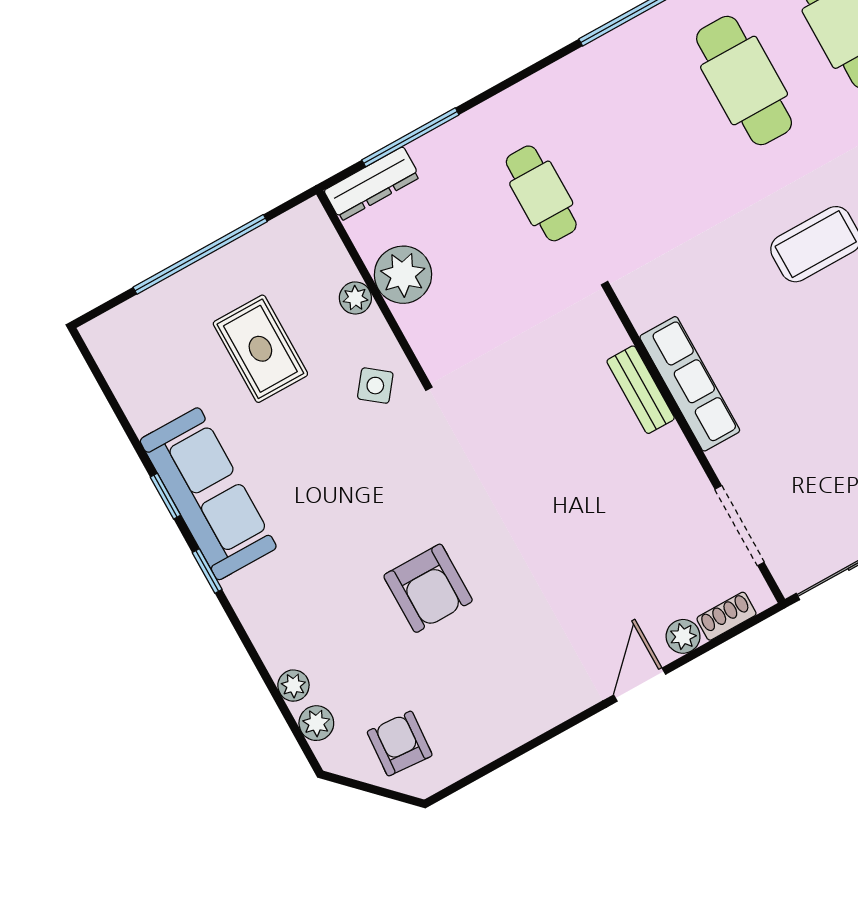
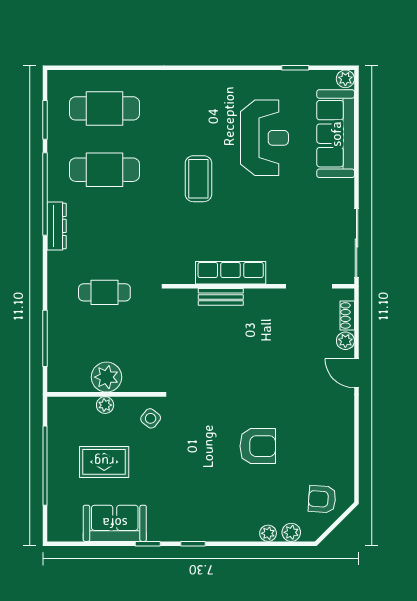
dresser: (372, 184) -> (57, 226), moved
sofa: (208, 494) -> (115, 523), moved, width x0.73

